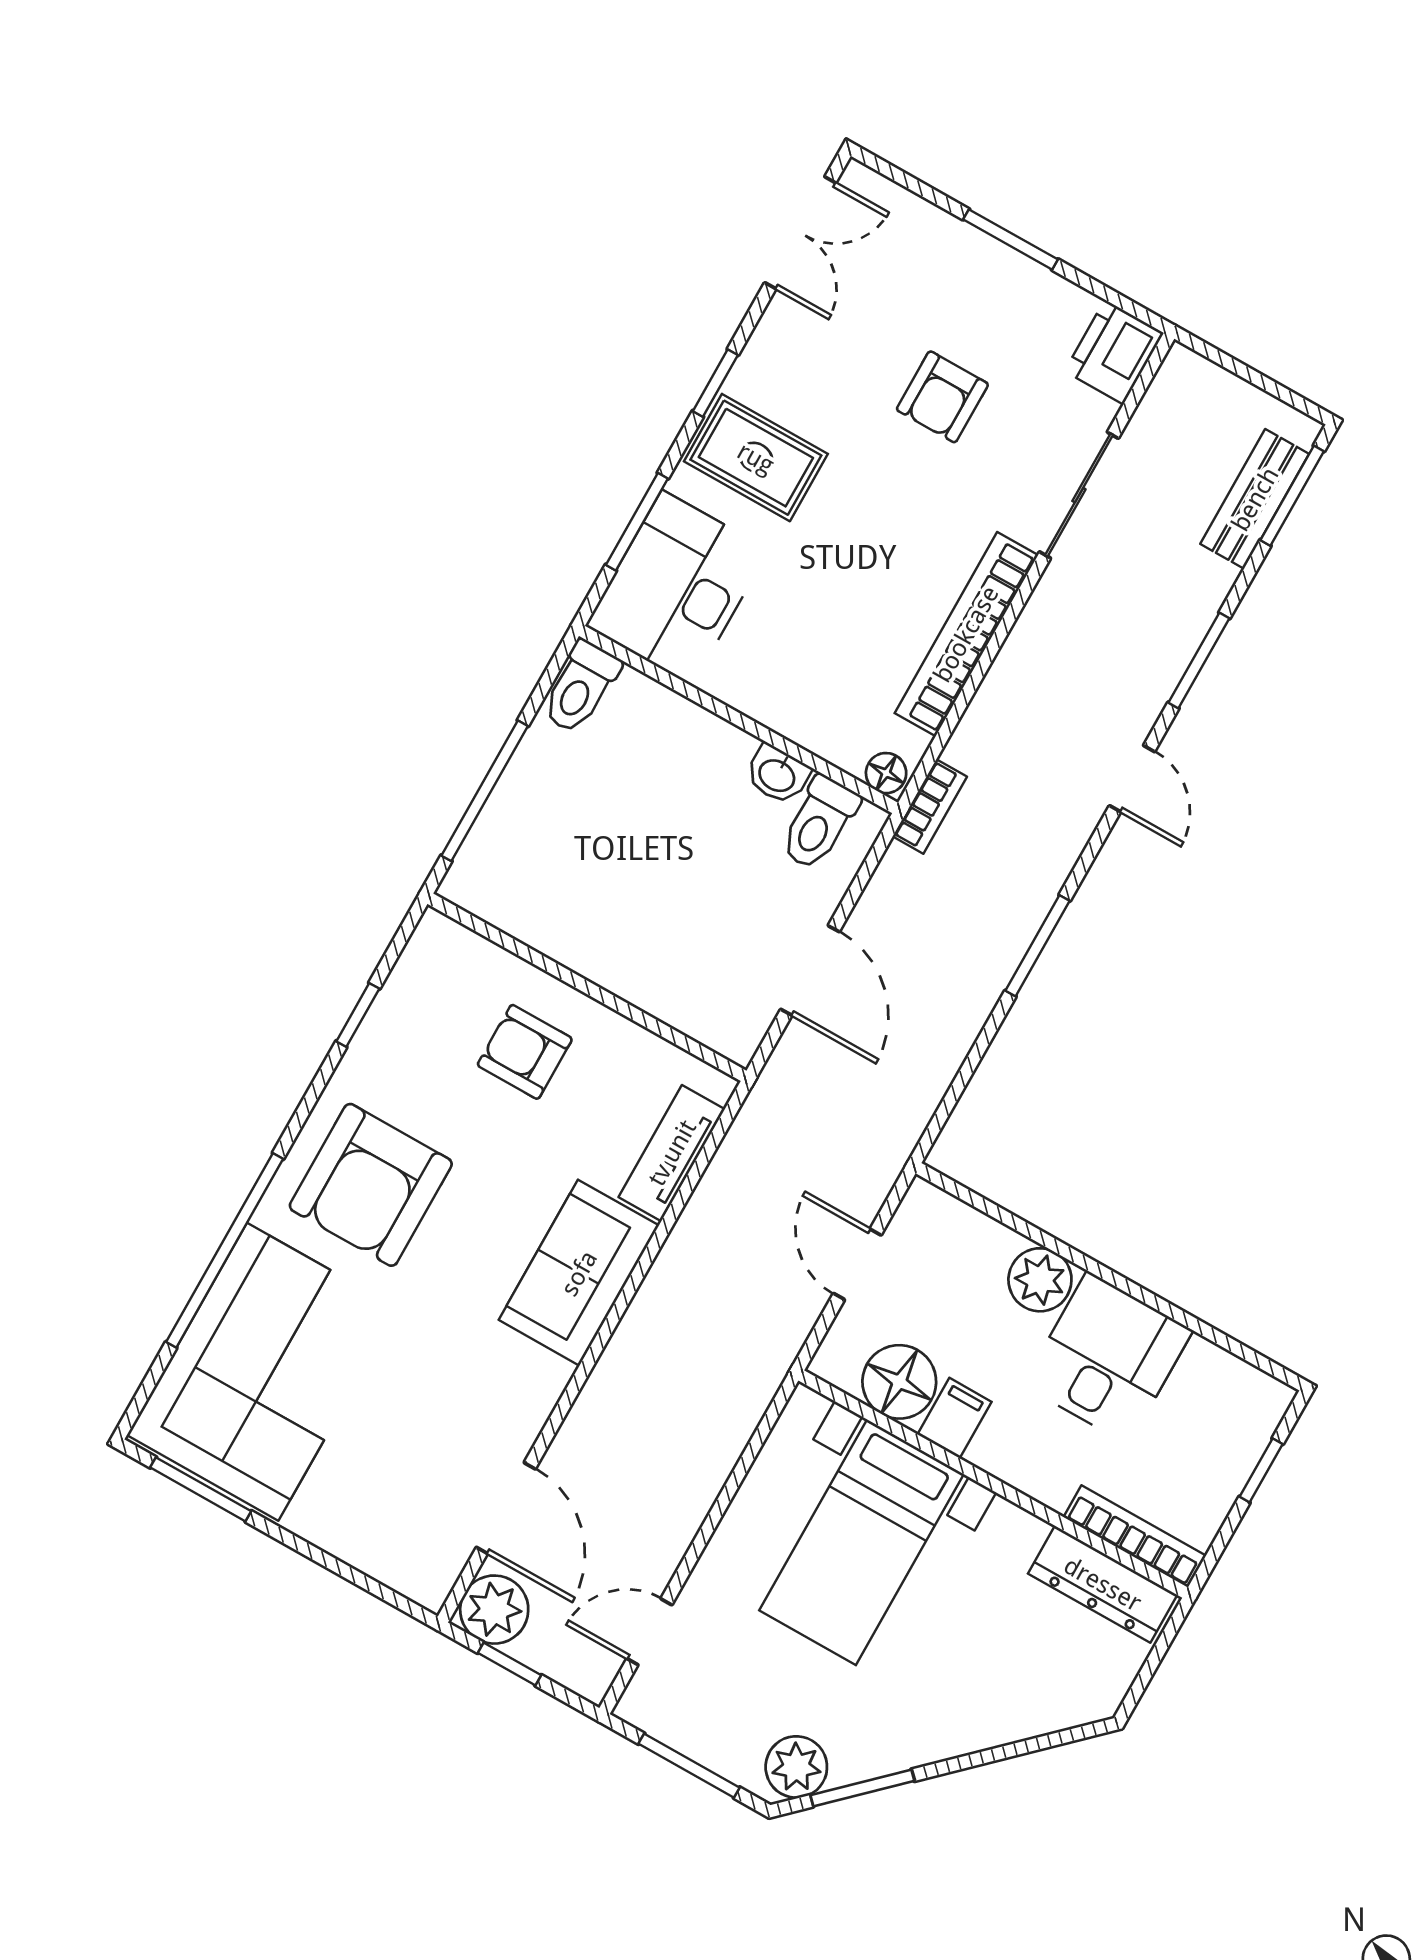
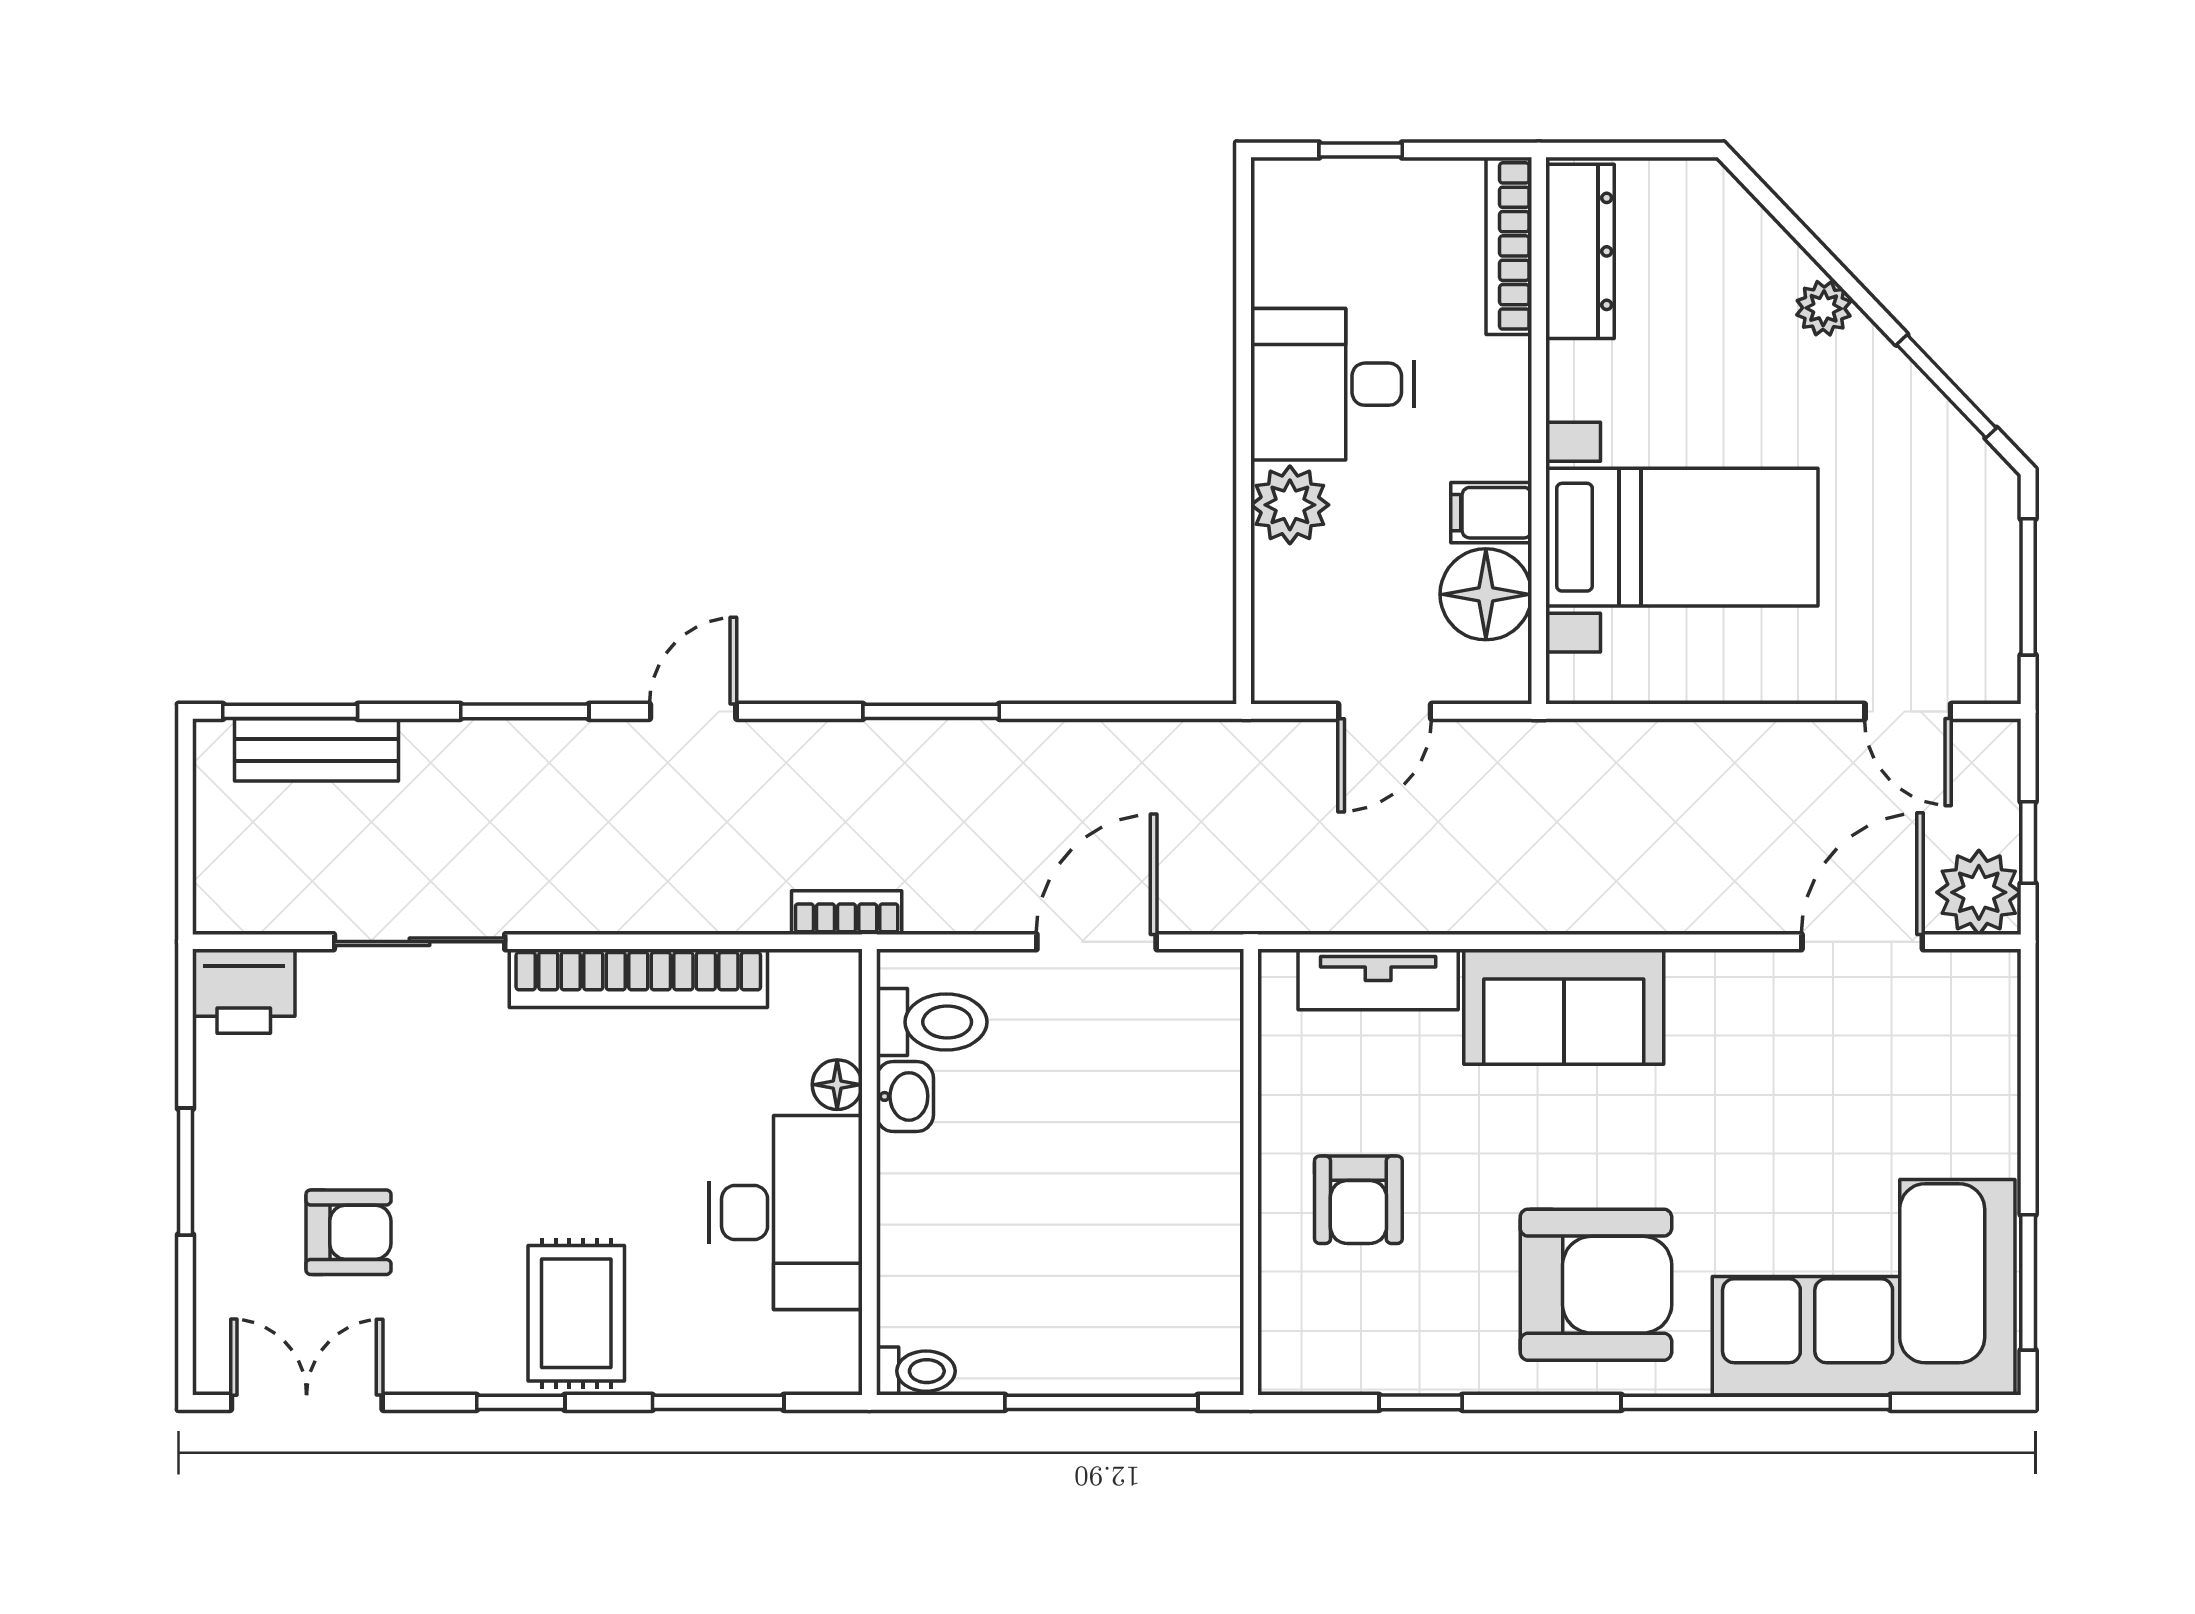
armchair: (942, 397) -> (348, 1232), moved
desk: (677, 588) -> (786, 1212), moved, turned -90
toilet: (581, 687) -> (916, 1371), width x0.73, depth x0.72
floor lamp: (886, 773) -> (837, 1085), moved
plant: (796, 1767) -> (1824, 308), moved, width x0.73, depth x0.73

